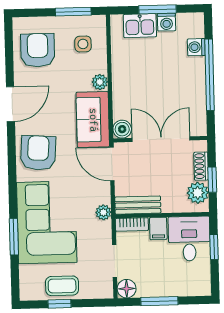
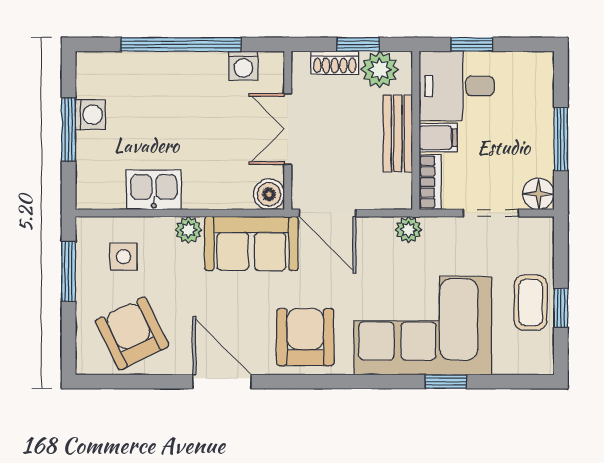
kitchen sink: (140, 26) -> (154, 190), moved, turned -90
washing machine: (196, 47) -> (243, 66), moved
armchair: (38, 50) -> (132, 333), turned 64
double door: (161, 139) -> (288, 129), width x0.73
armchair: (38, 153) -> (305, 337), turned 86
door: (112, 164) -> (327, 213), hinge flipped
bench: (138, 205) -> (398, 133), moved
window: (14, 237) -> (446, 382), width x0.67

